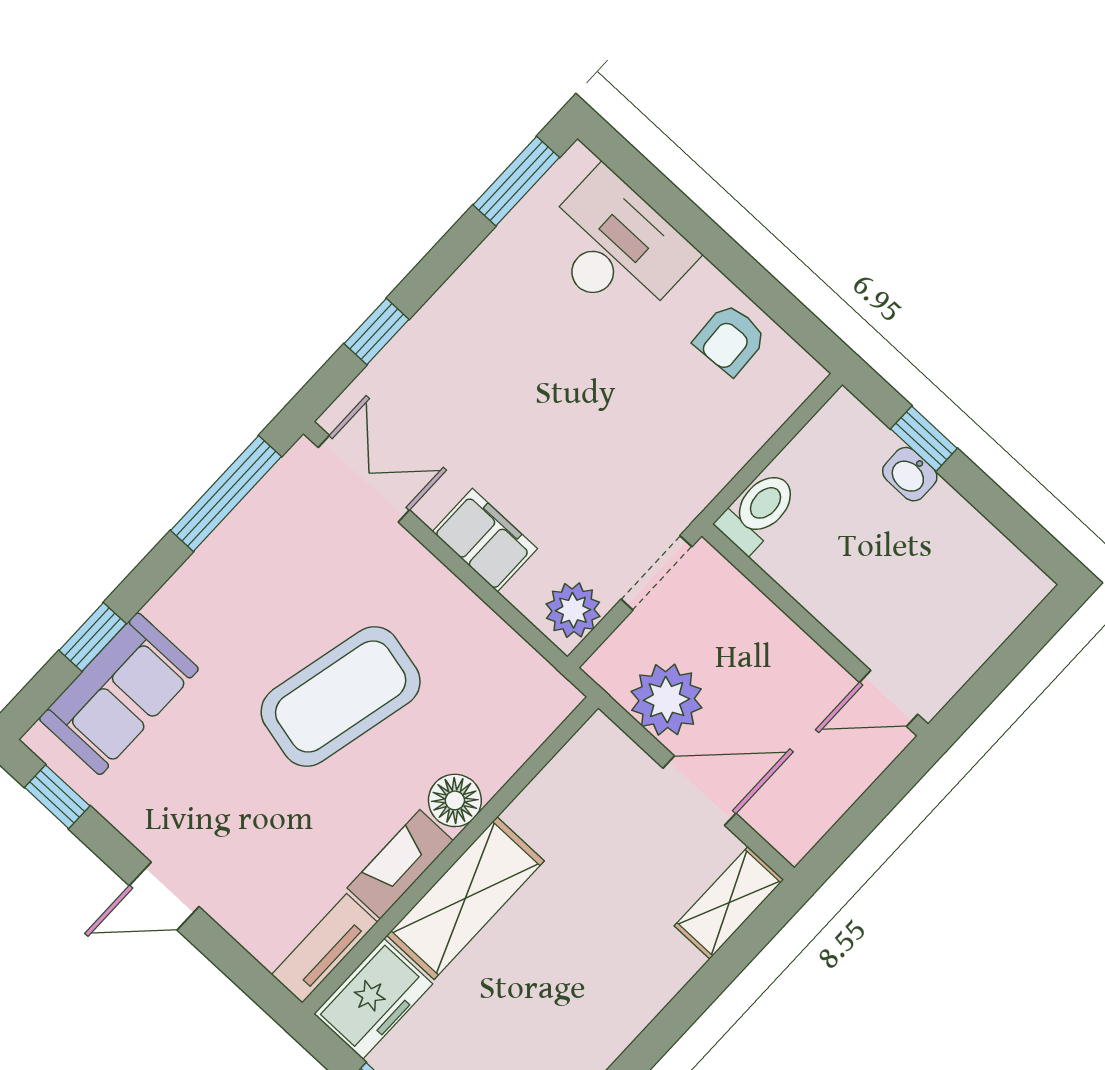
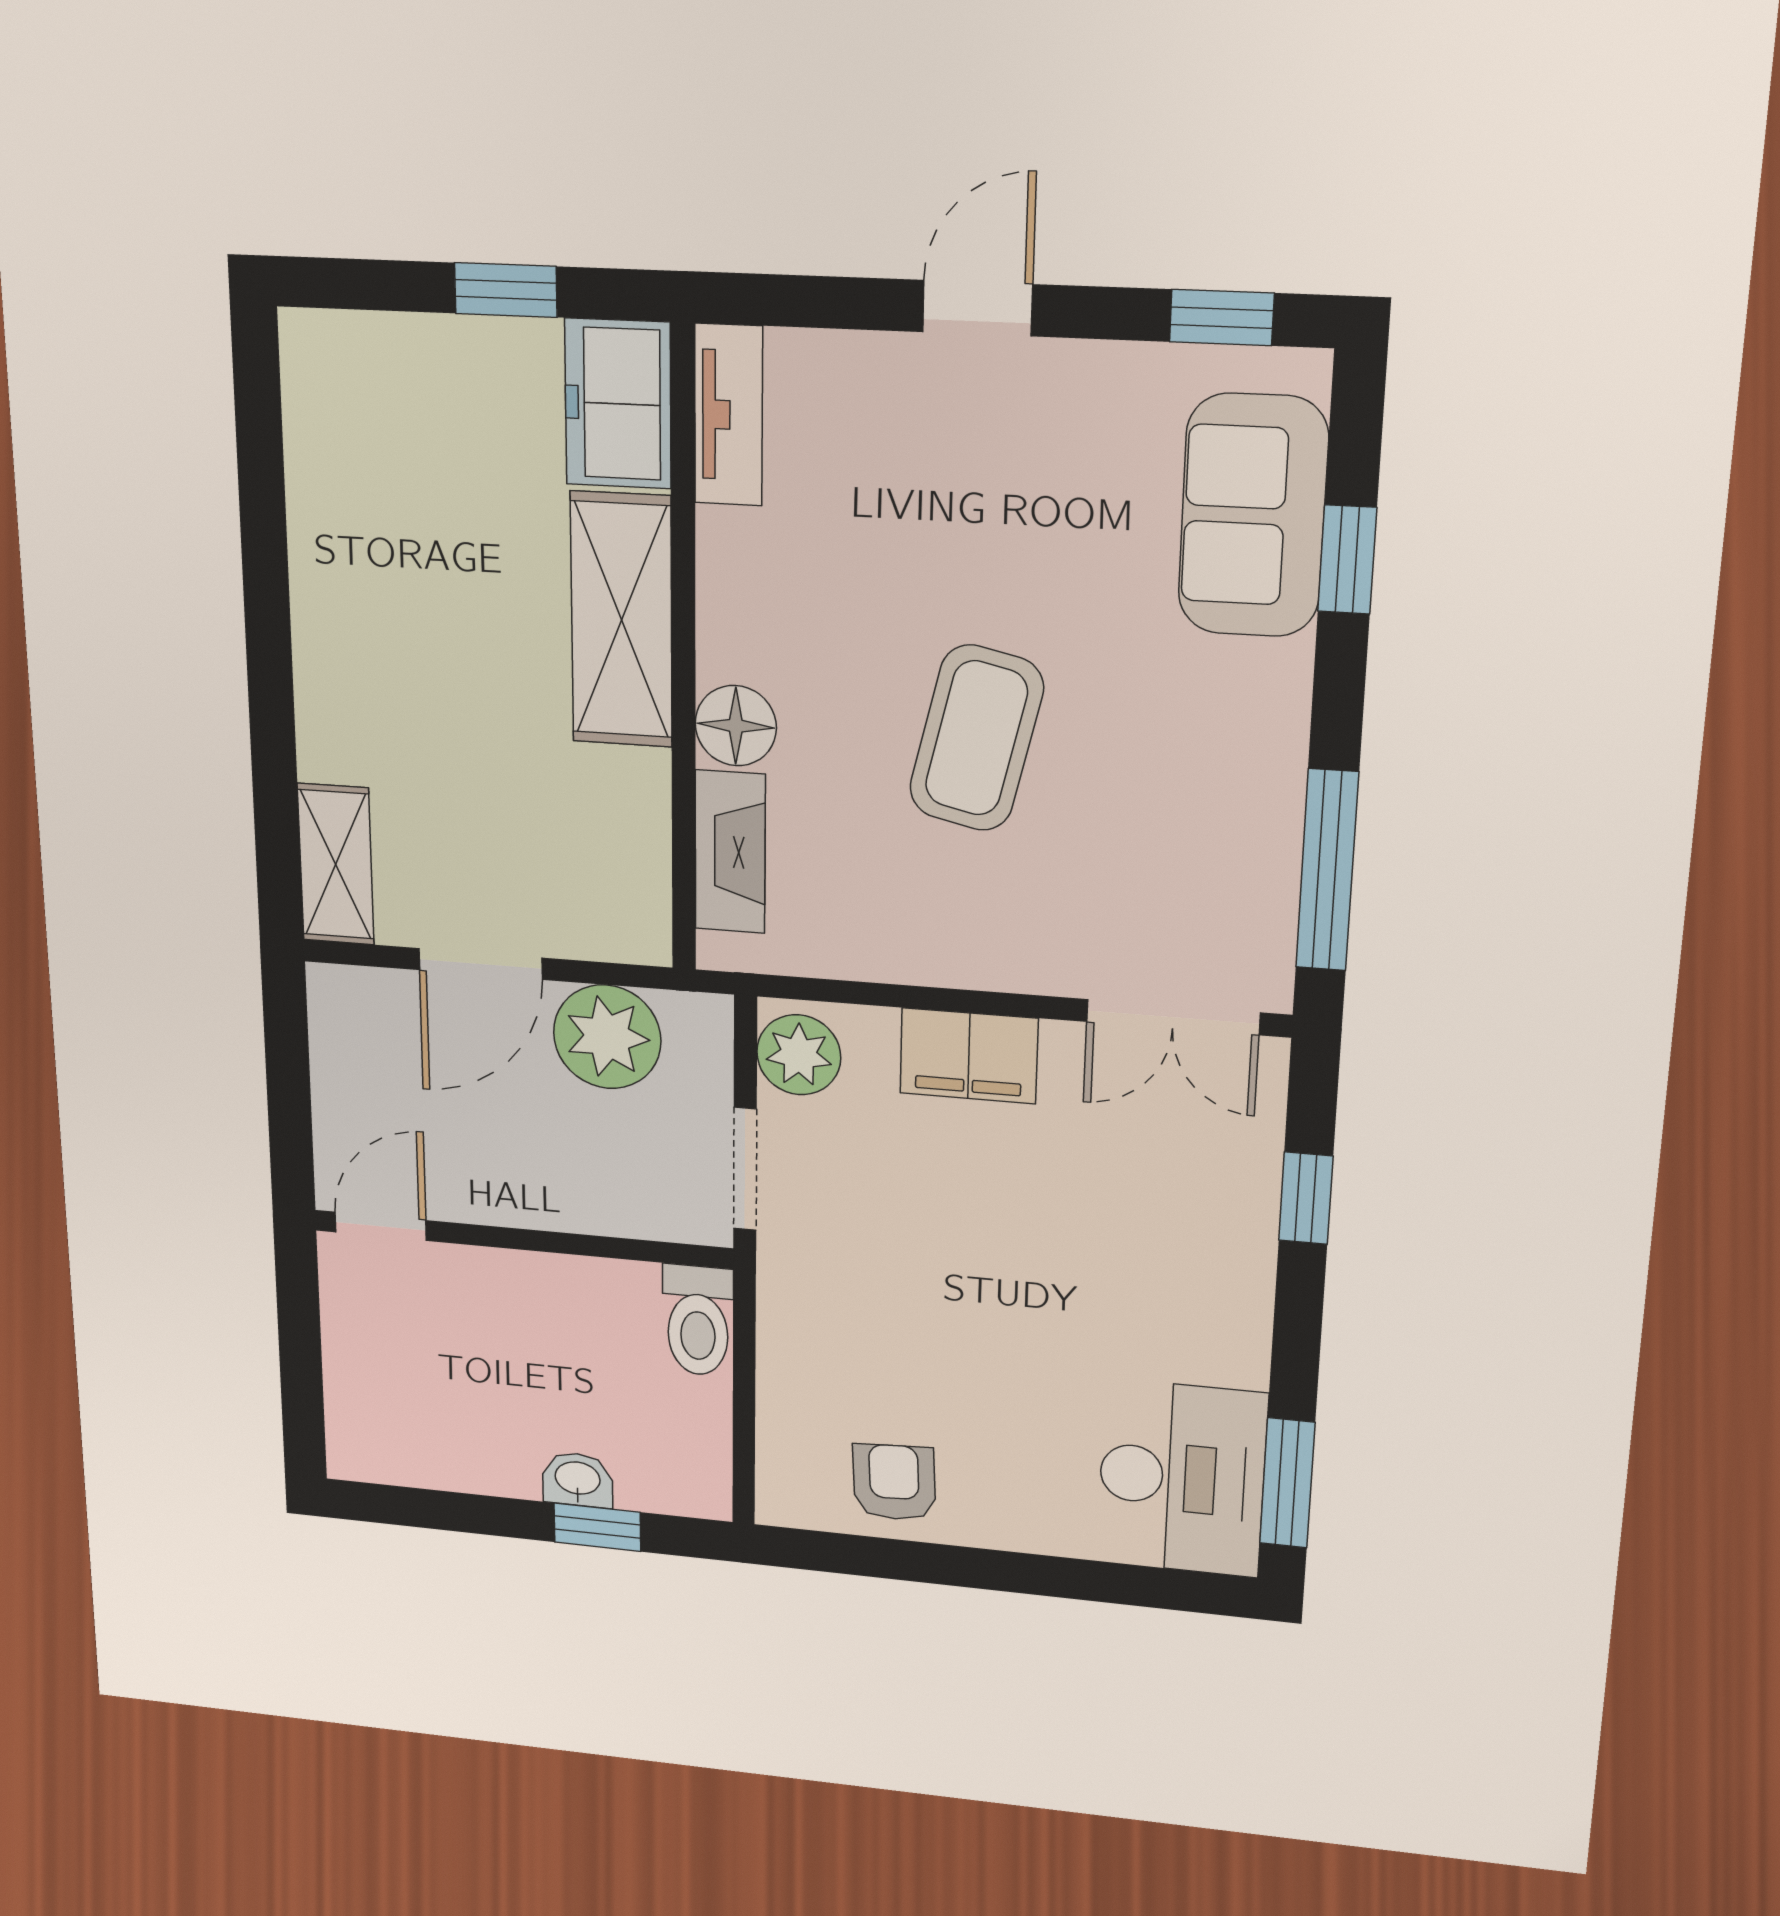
desk: (616, 247) -> (1182, 1478), moved, turned -90
coffee table: (341, 696) -> (976, 738), width x0.73, depth x0.76
fireplace: (400, 864) -> (730, 852), moved

